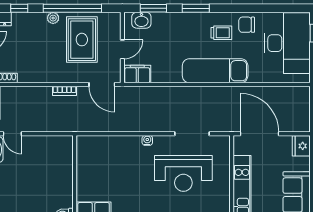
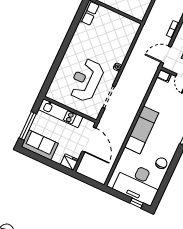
trolley: (221, 33) -> (164, 145), removed
filing cabinet: (137, 74) -> (164, 76), width x0.50
door: (260, 134) -> (89, 140), hinge flipped

